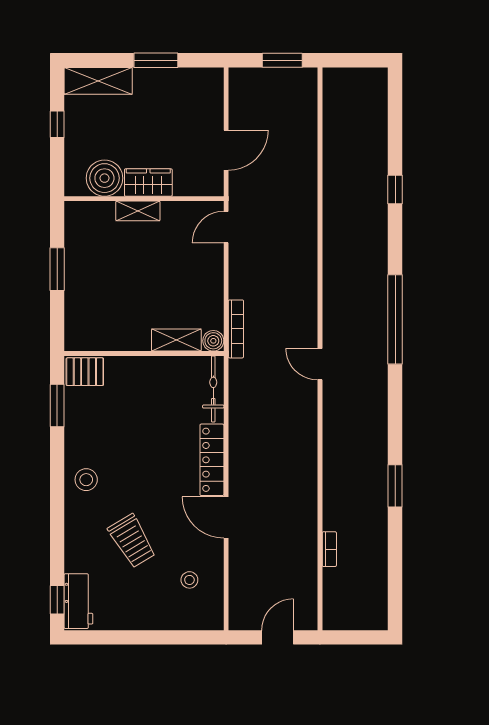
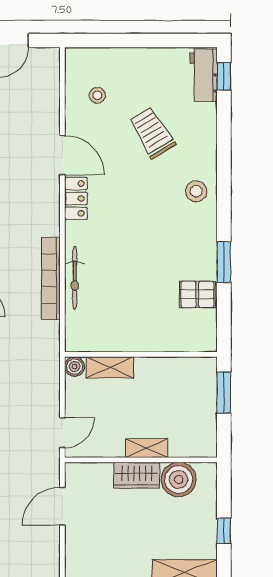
bookcase: (236, 329) -> (51, 279), moved, width x1.48, depth x1.31
shelving: (176, 340) -> (110, 367), moved
boiler: (213, 341) -> (75, 367), moved
wall: (144, 353) -> (141, 354), moved
locker: (212, 460) -> (76, 198), width x0.66

